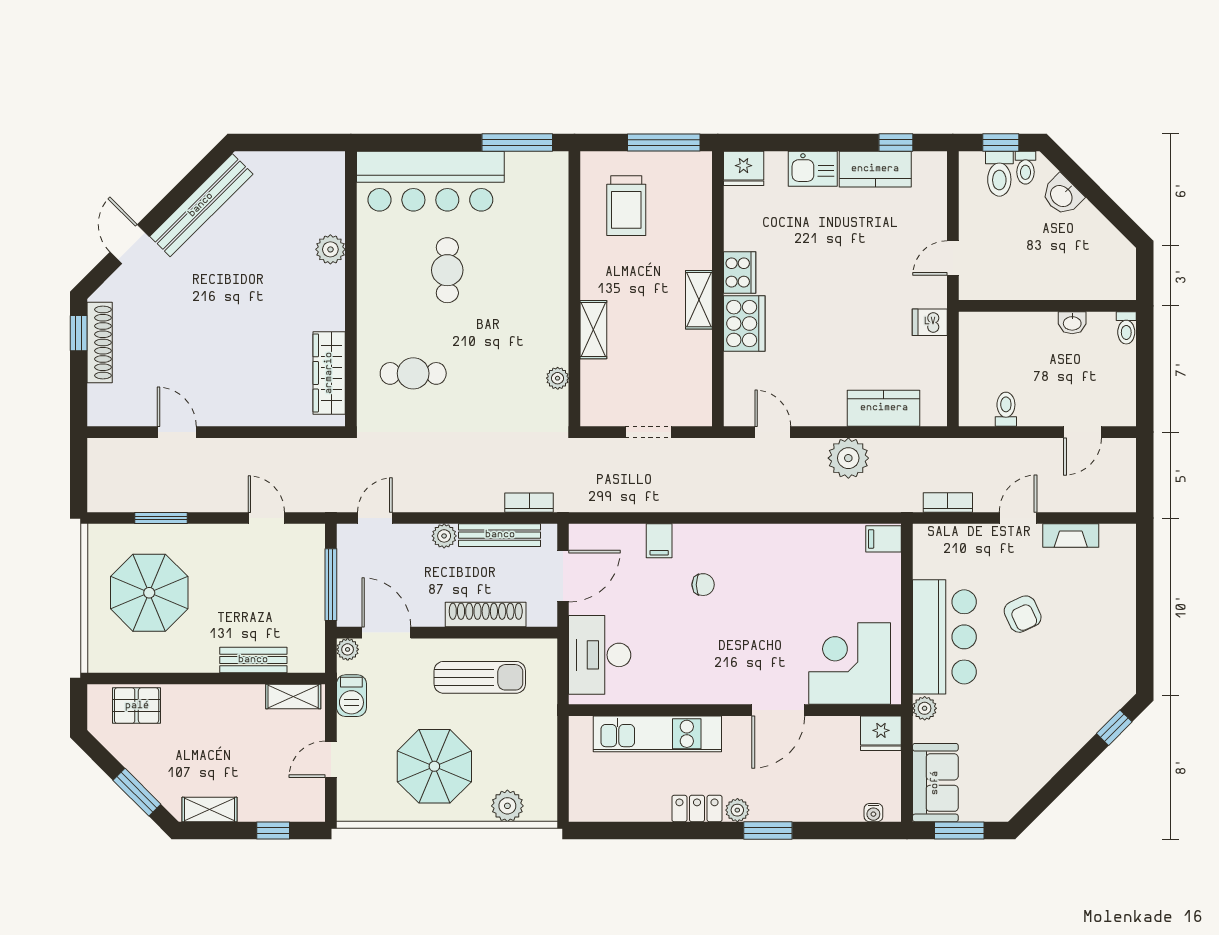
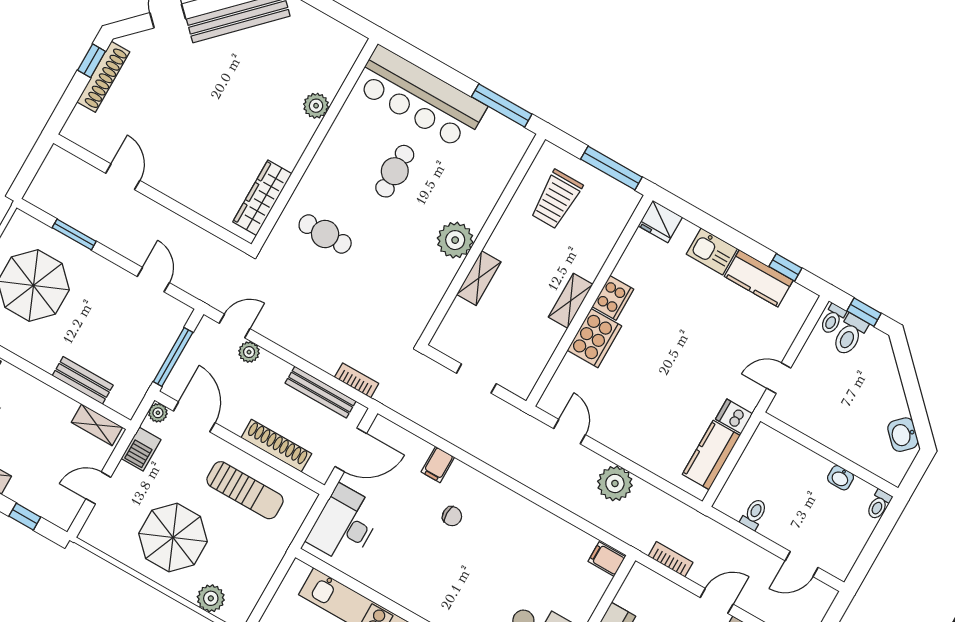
toilet: (1025, 168) -> (833, 319), moved
washbasin: (1062, 195) -> (903, 435), moved
plant: (558, 378) -> (455, 240), moved, width x1.88, depth x1.88
kitchen counter: (884, 408) -> (711, 455), moved, turned -90
plant: (444, 536) -> (249, 352), moved

